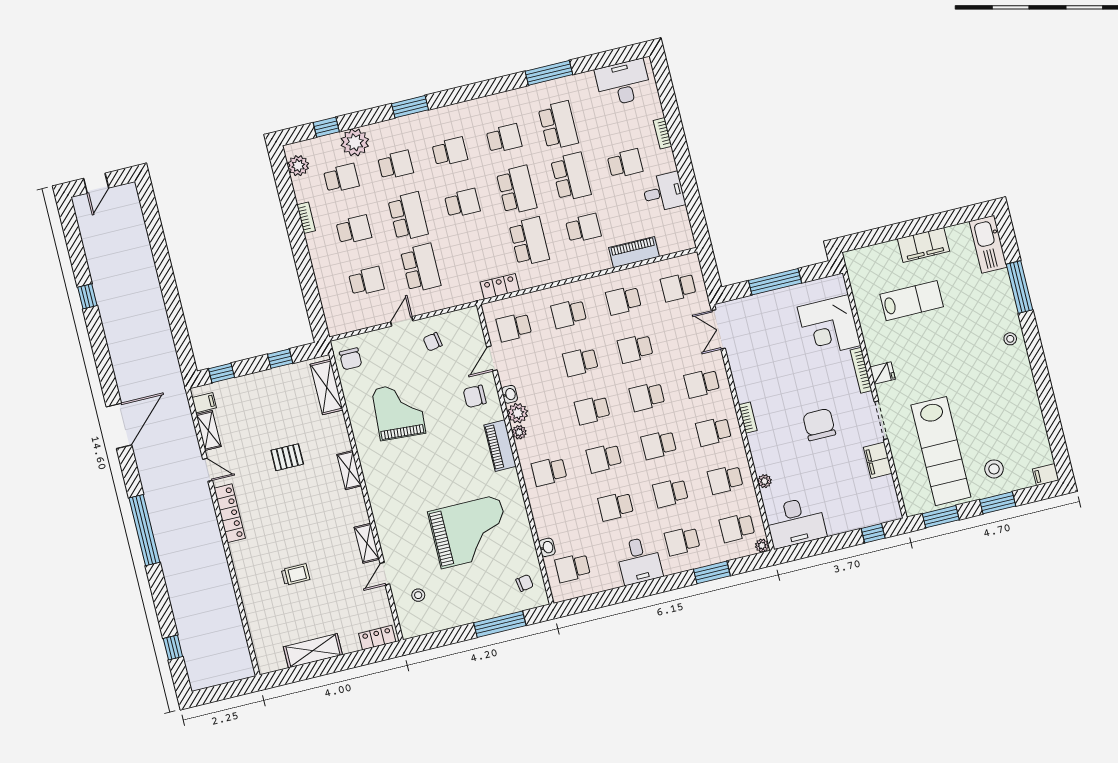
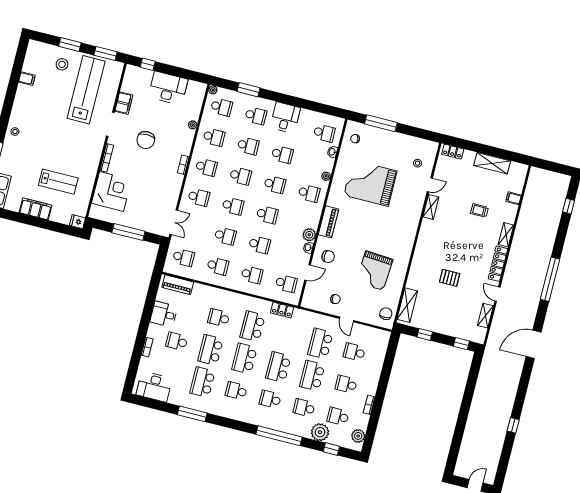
window: (410, 107) -> (279, 436), width x2.11
school desk: (462, 203) -> (278, 367), width x1.85
piano: (634, 252) -> (178, 285), moved
lab bench: (912, 301) -> (58, 182), turned 180
door: (402, 321) -> (347, 319), hinge flipped
fridge: (883, 373) -> (77, 222), moved
filing cabinet: (204, 403) -> (514, 198), moved
plant: (519, 432) -> (326, 176), moved
shelving: (349, 470) -> (506, 235), moved
filing cabinet: (1046, 475) -> (27, 79), moved
desk: (796, 522) -> (168, 88), moved

